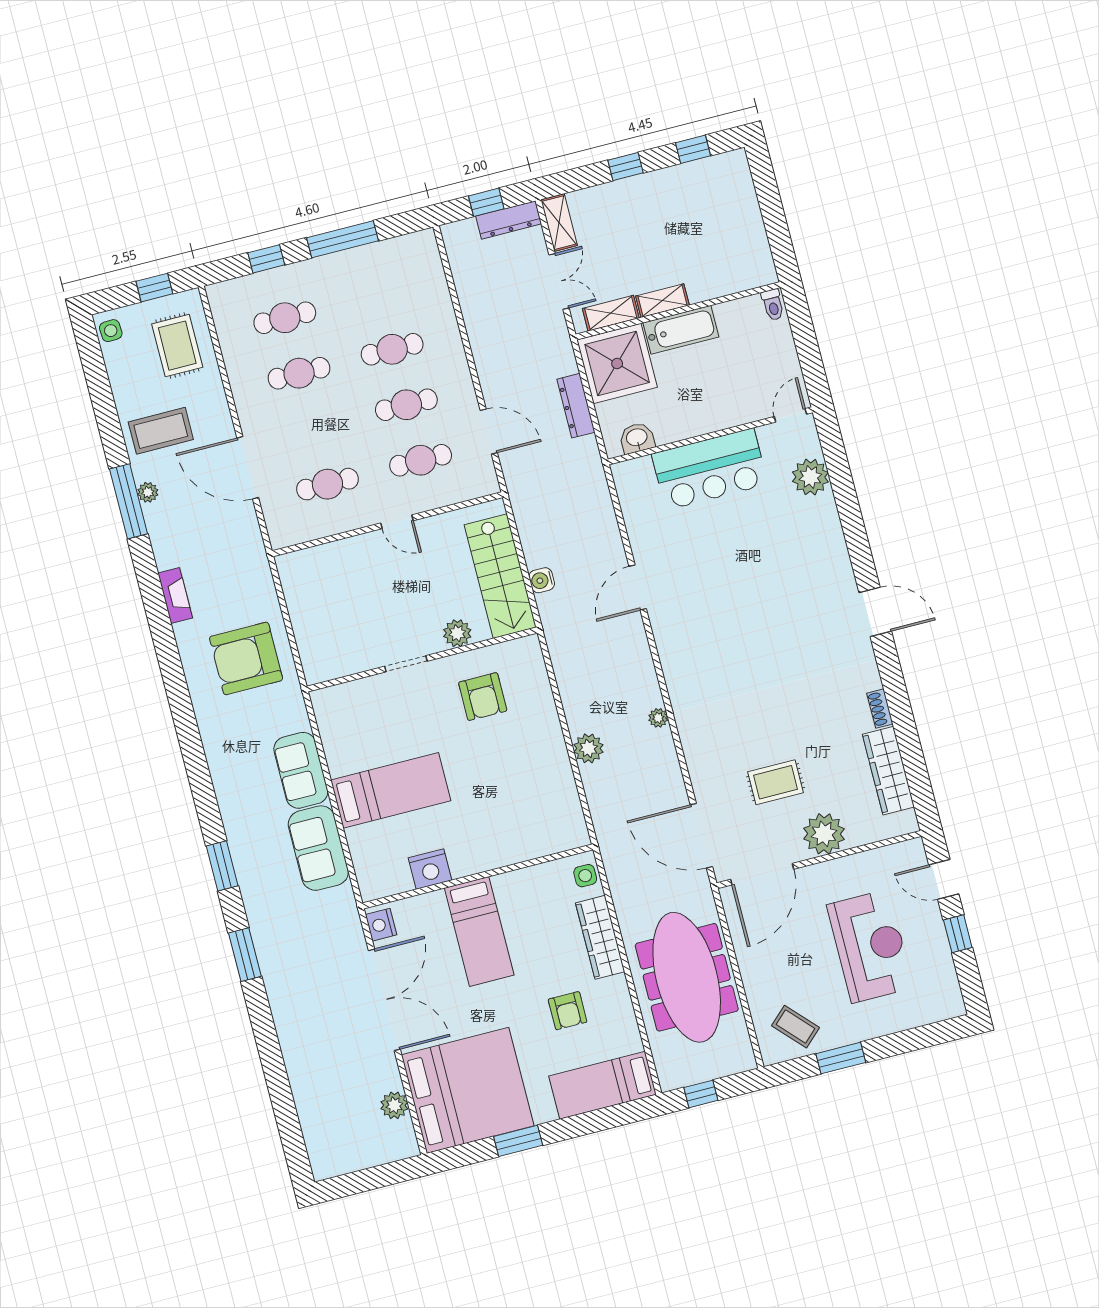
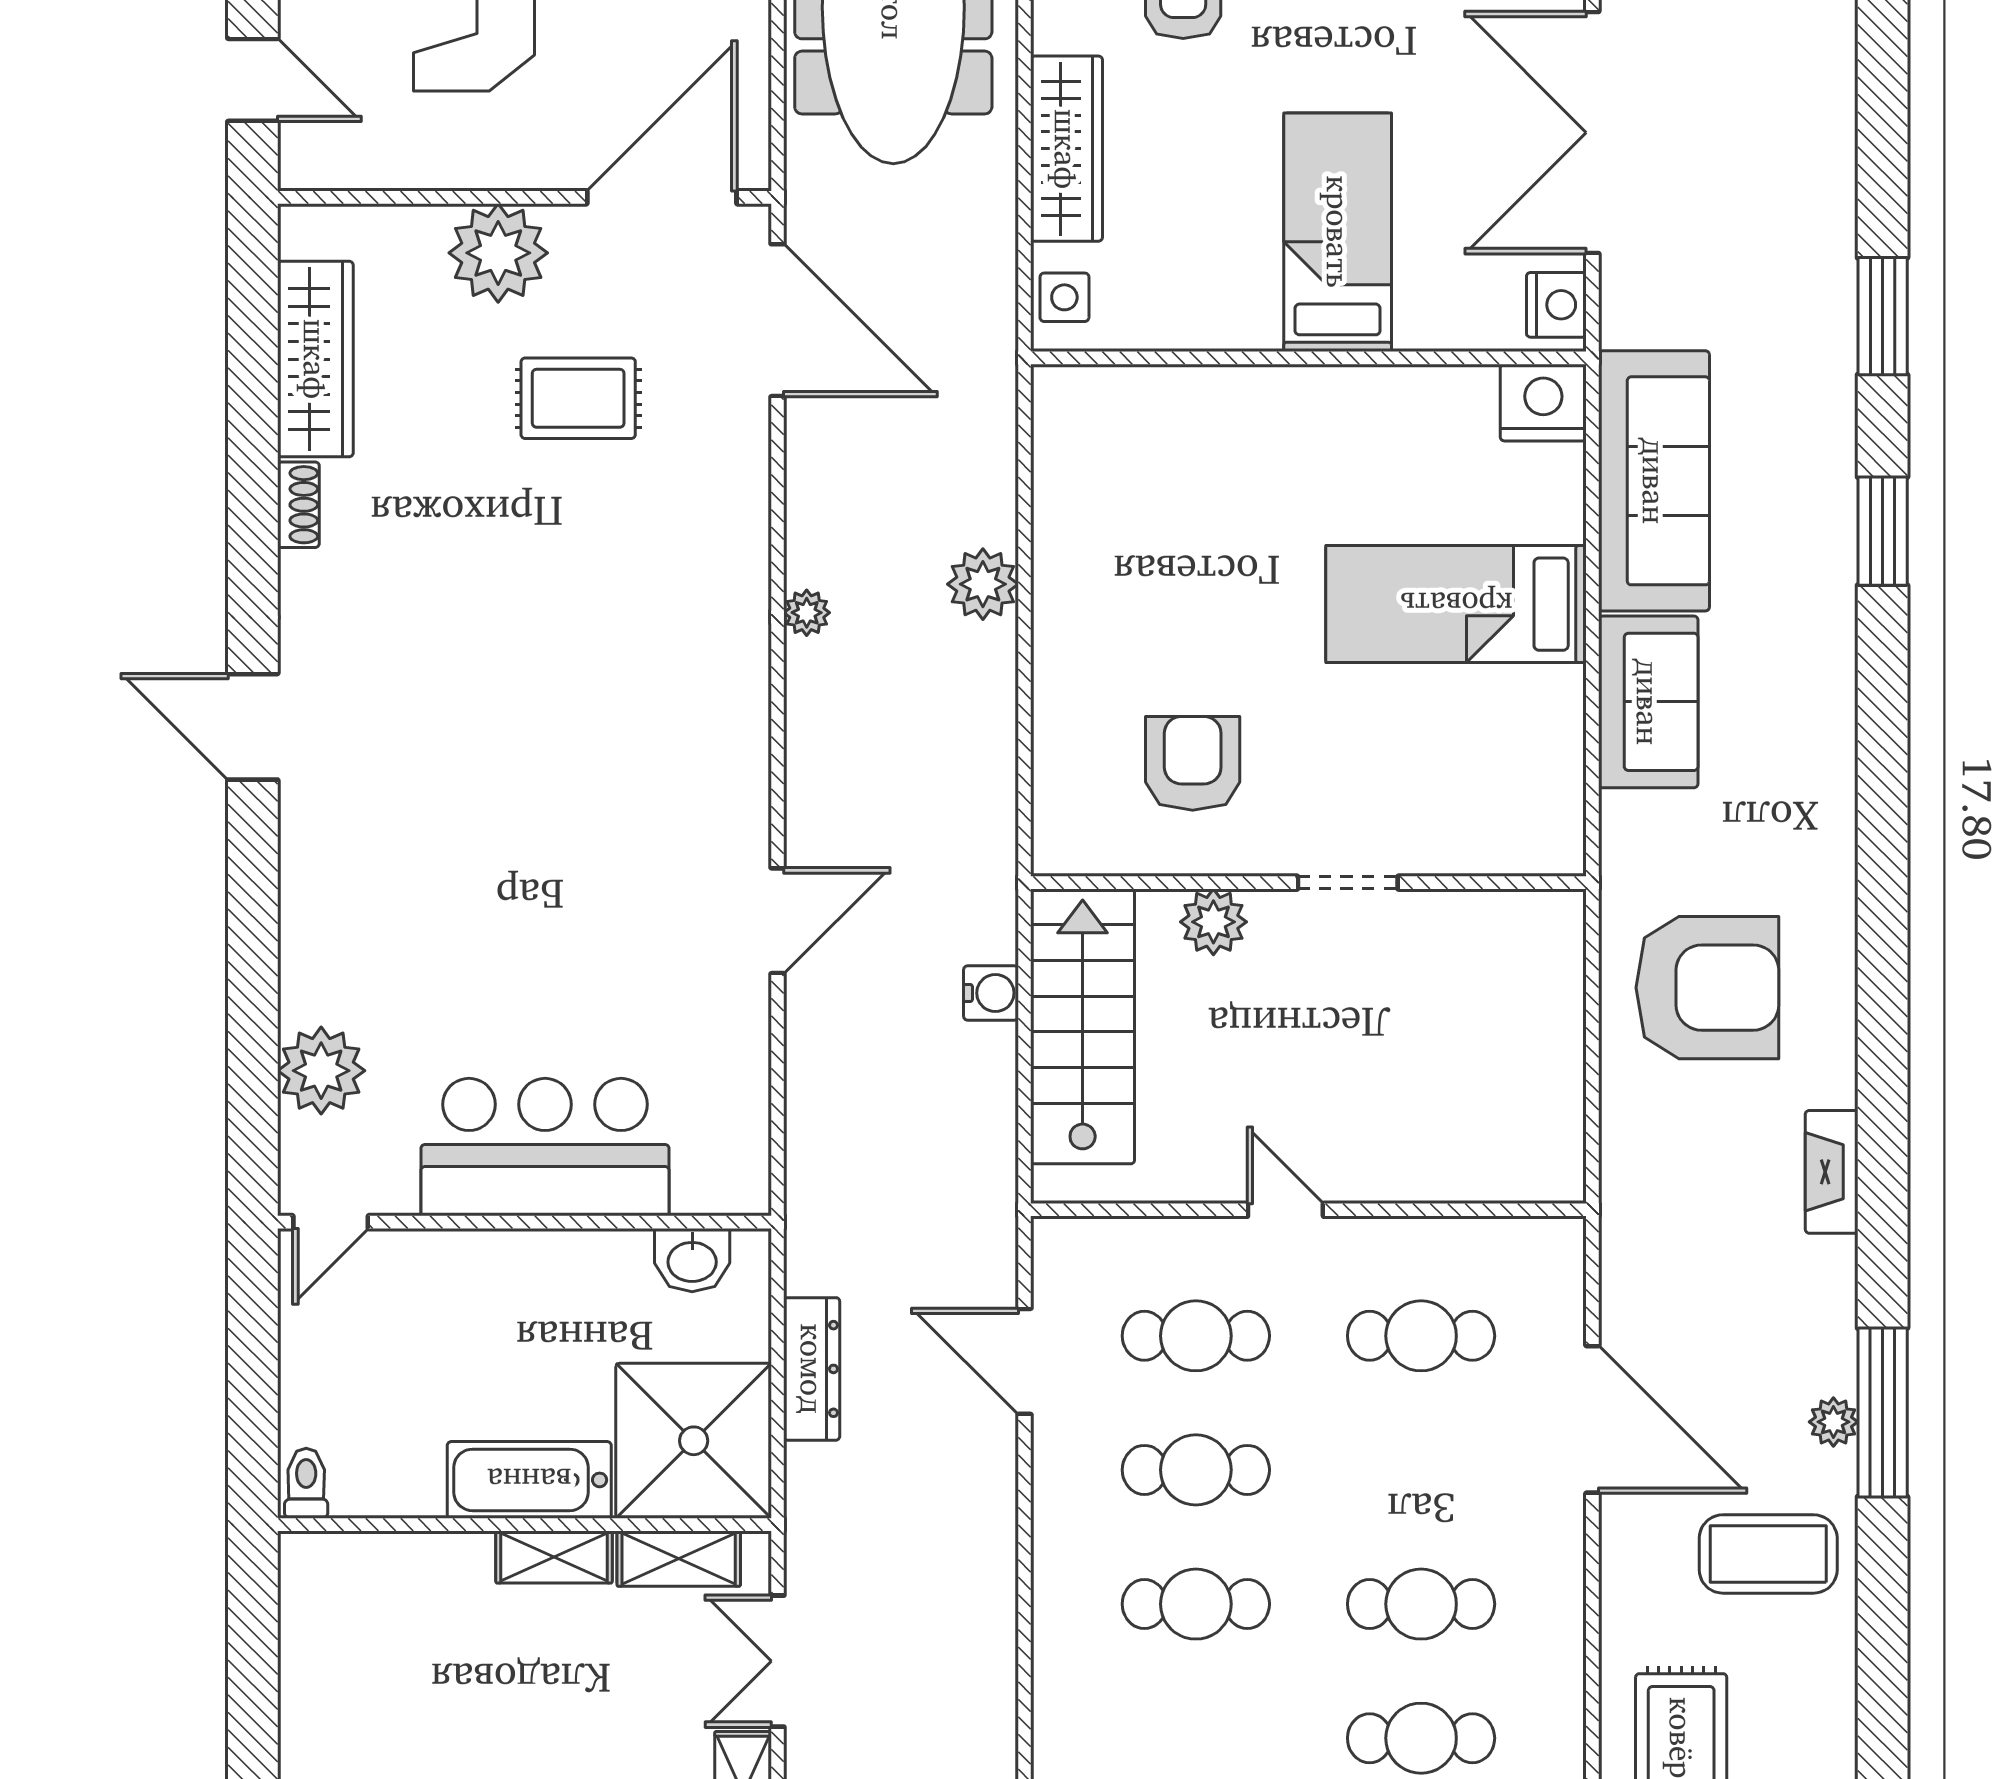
sofa: (318, 848) -> (1654, 481), width x1.36
nightstand: (430, 869) -> (1543, 403), moved

